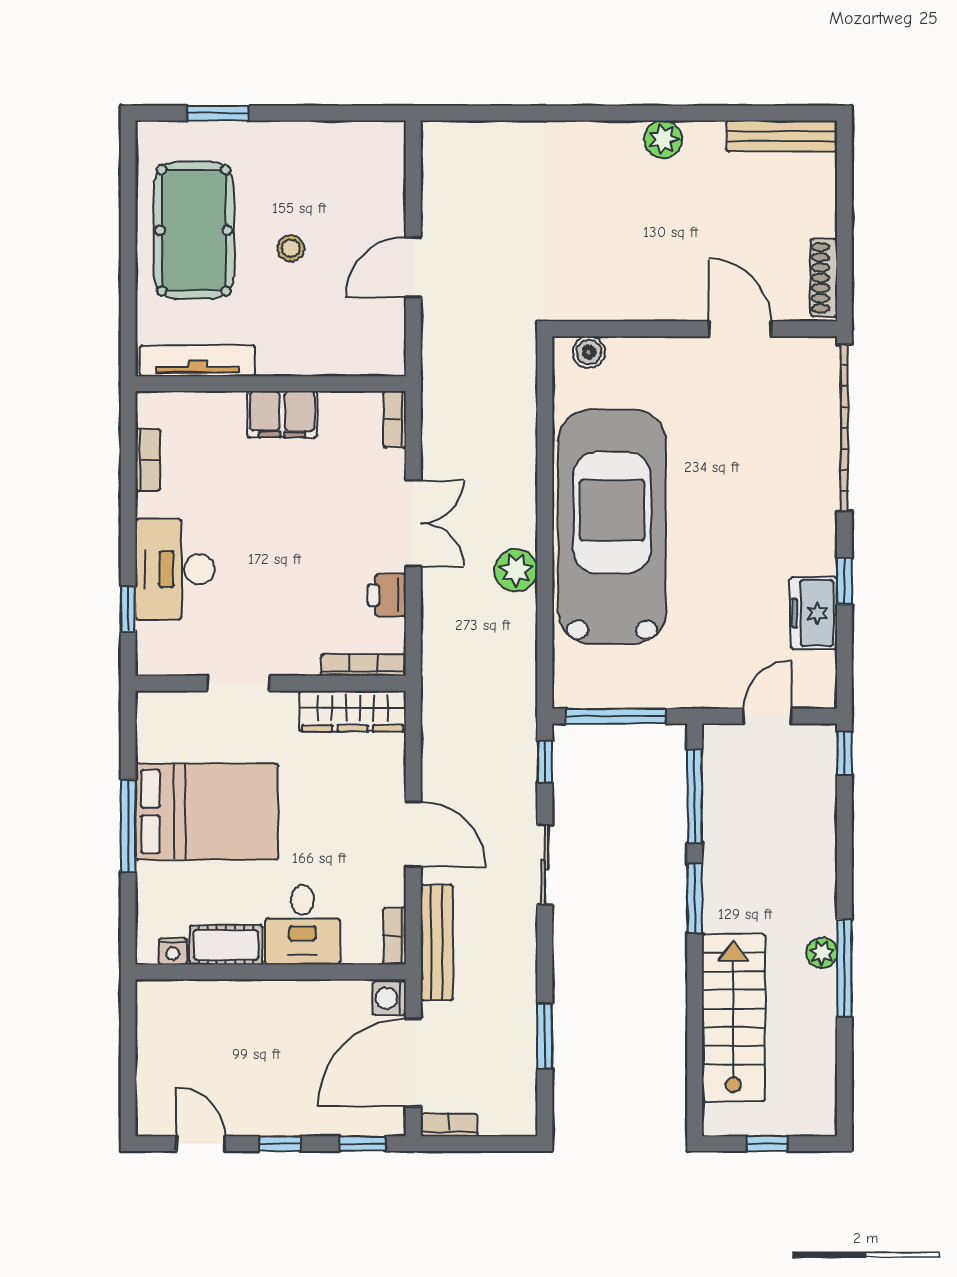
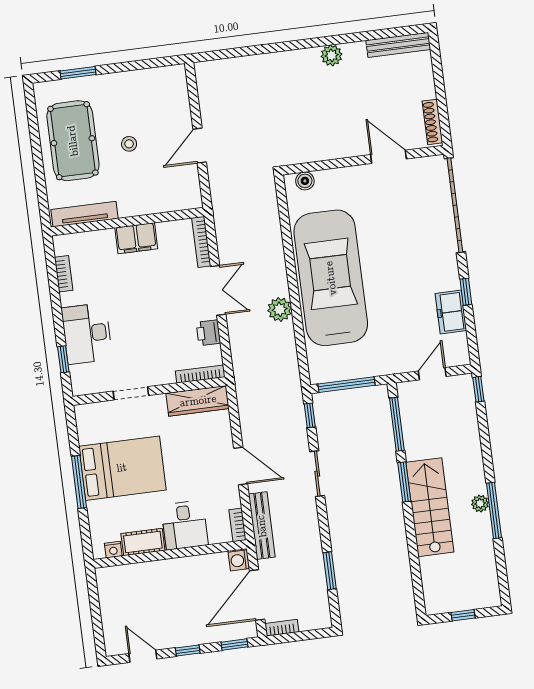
bookcase: (395, 419) -> (201, 242), width x1.56
stairs: (733, 1018) -> (430, 507), moved

